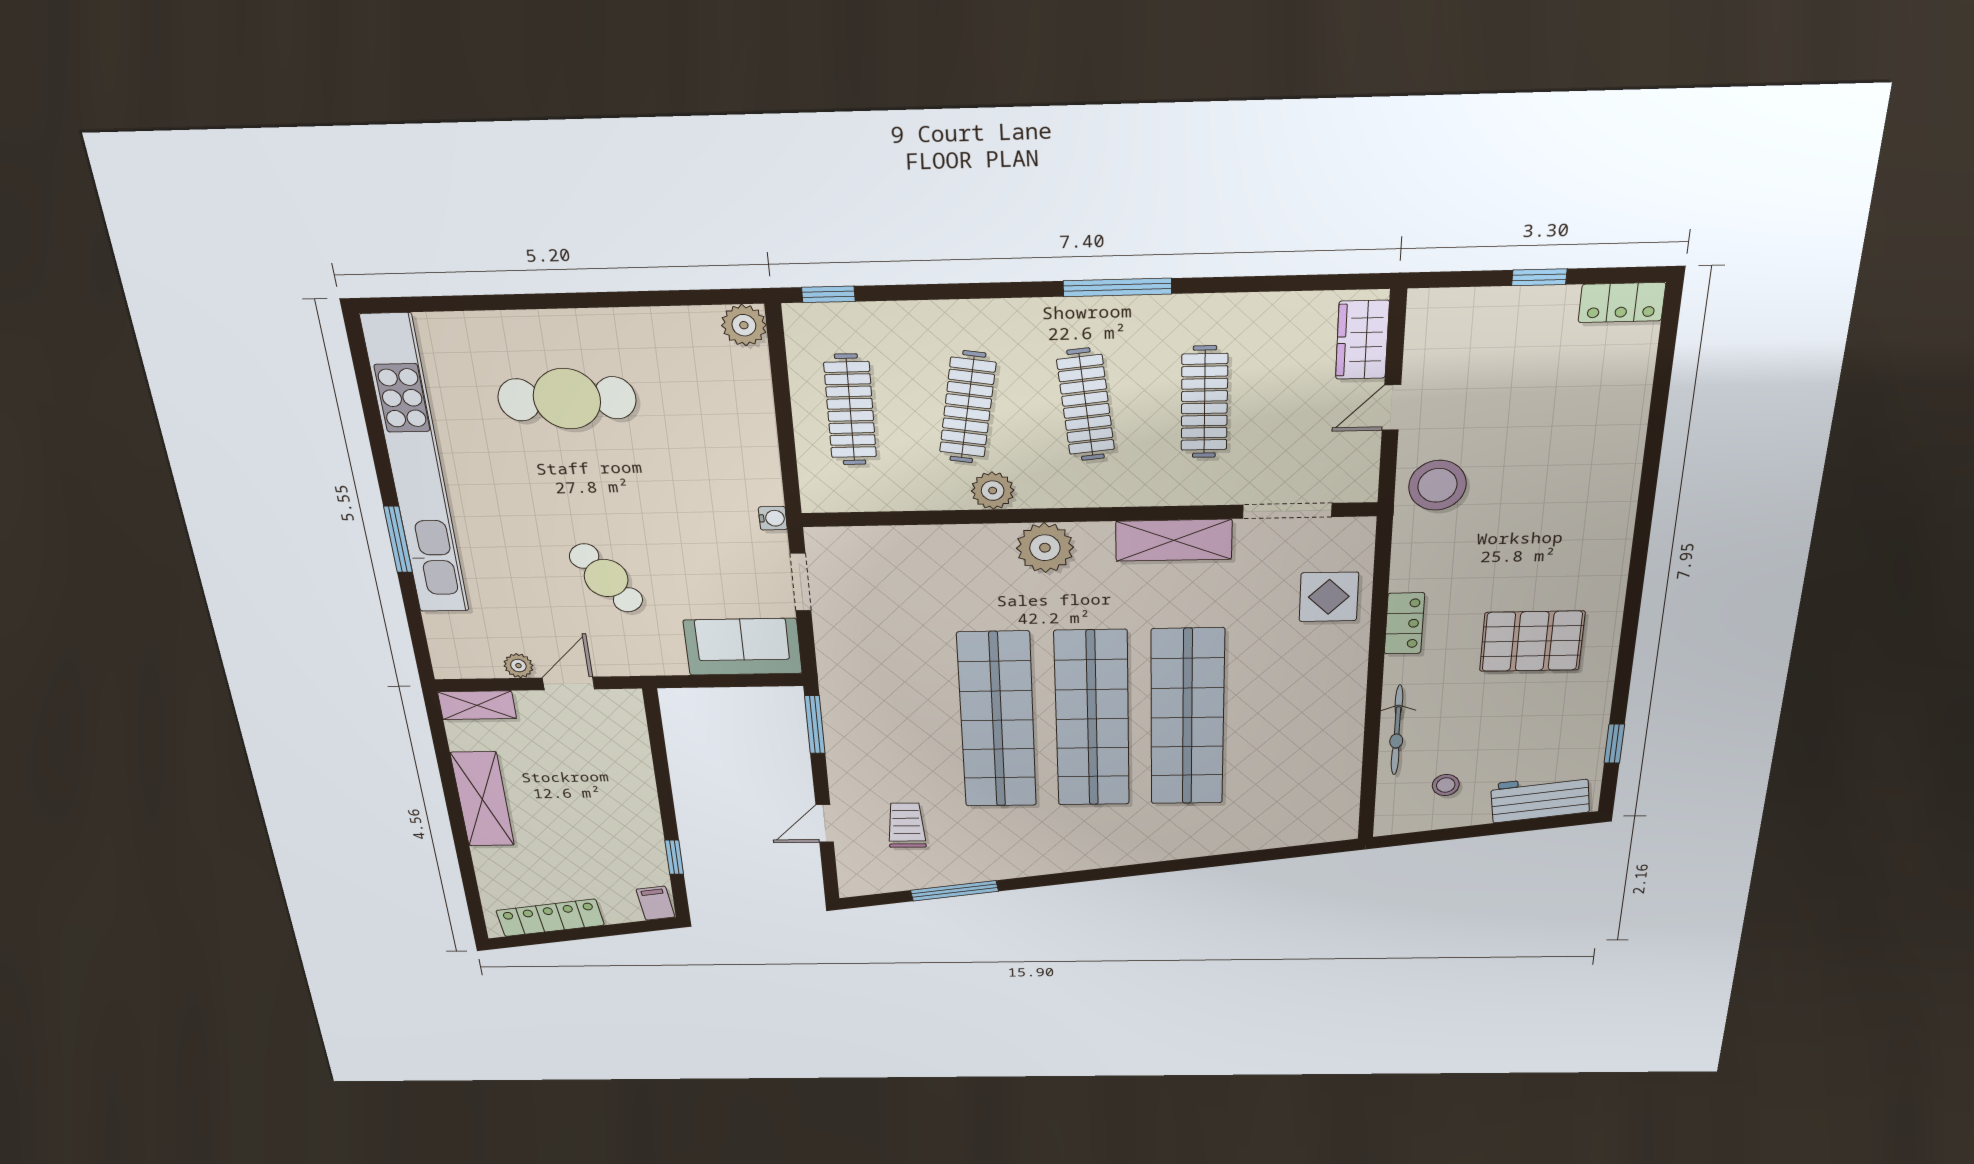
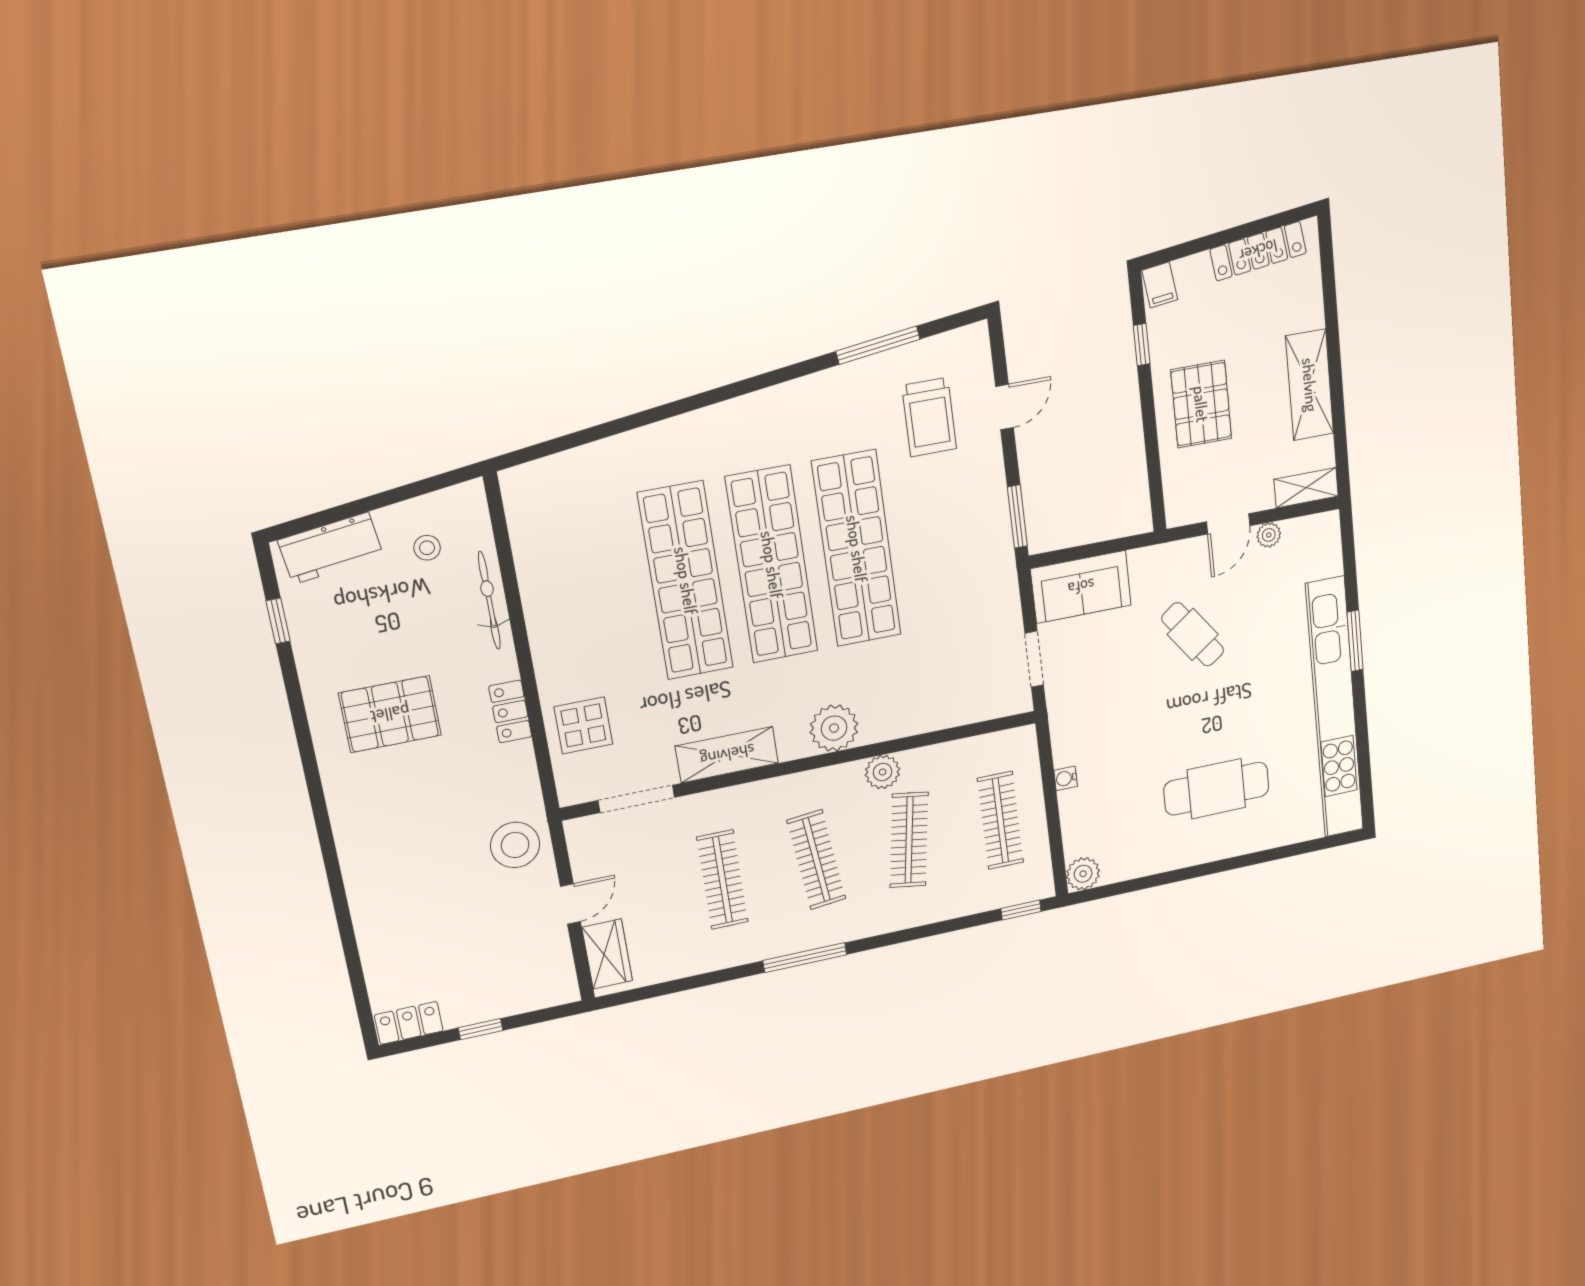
water cooler: (773, 518) -> (1066, 778), moved
pallet: (606, 798) -> (1201, 404), added
trolley: (906, 825) -> (929, 417), width x1.36, depth x1.39

